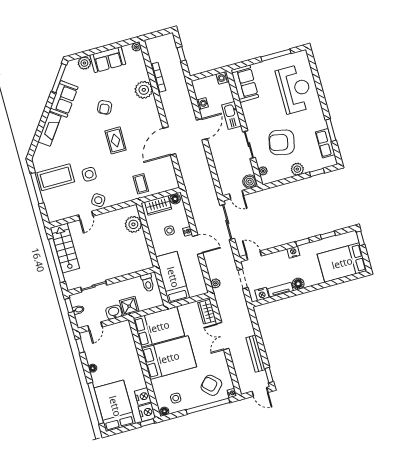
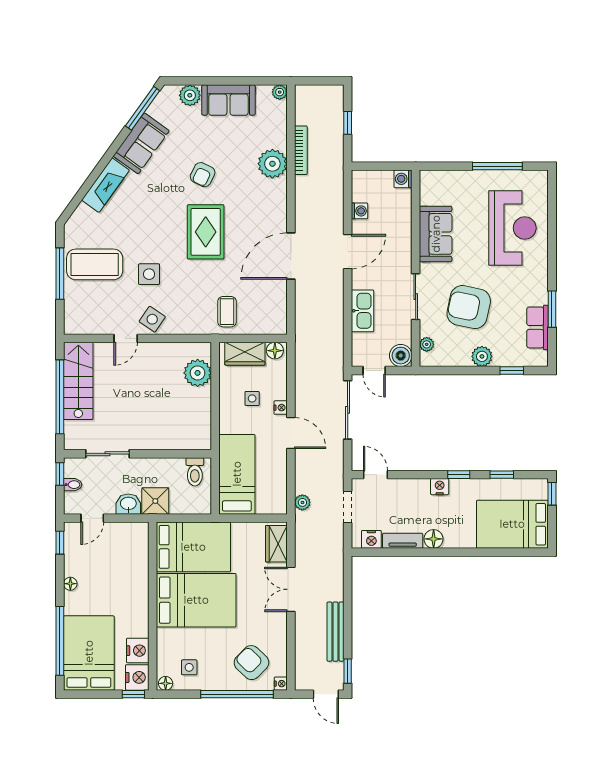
sofa: (245, 84) -> (436, 234), moved
kitchen sink: (232, 116) -> (362, 311), moved, turned 180
rug: (116, 140) -> (206, 232), width x1.36, depth x1.43

